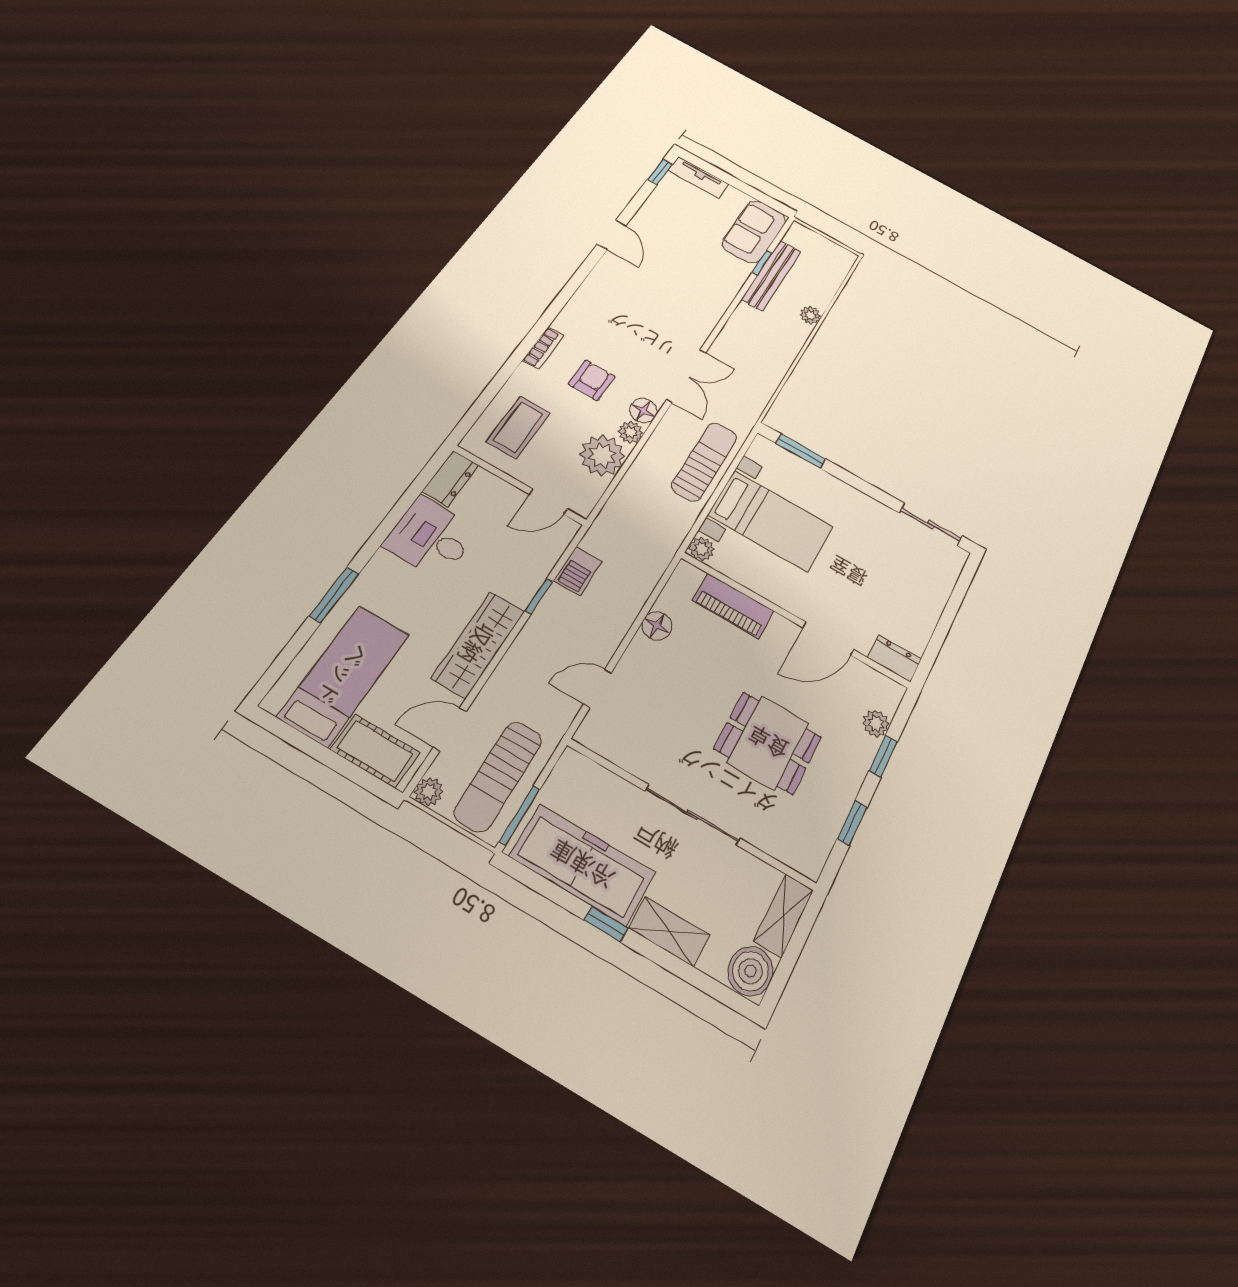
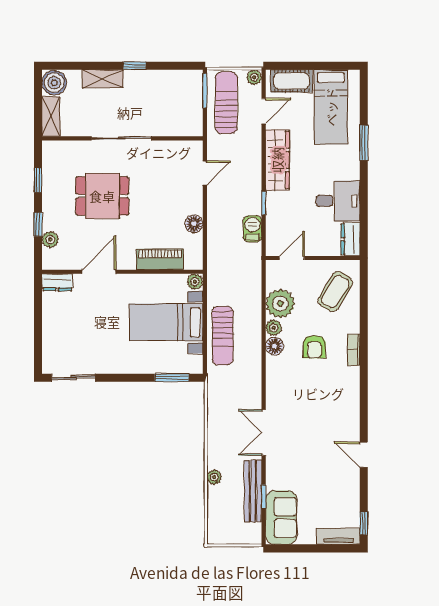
double door: (686, 376) -> (264, 432), moved
coffee table: (518, 427) -> (335, 292), turned 31
freezer: (582, 865) -> (161, 85), removed

